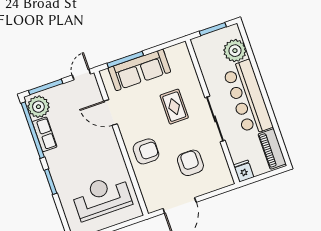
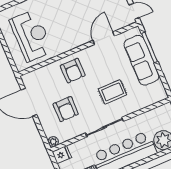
armchair: (190, 163) -> (66, 109), turned 90
plant: (228, 180) -> (53, 142), added

